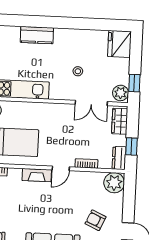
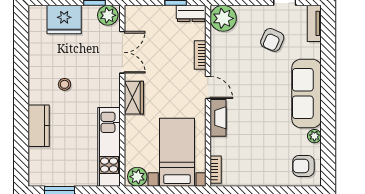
fridge: (119, 44) -> (64, 20), moved
stool: (78, 71) -> (65, 84), moved
wardrobe: (120, 121) -> (134, 98), moved, turned -90

